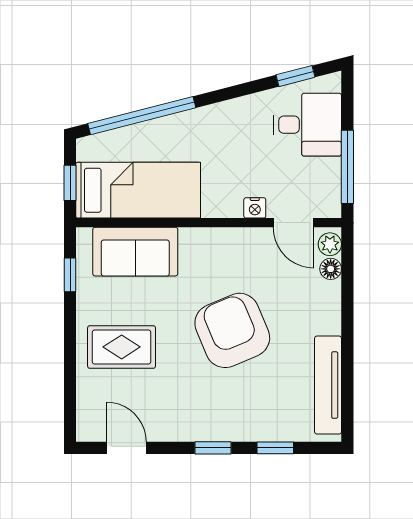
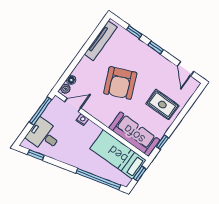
door: (294, 223) -> (73, 105), hinge flipped
sofa: (135, 252) -> (134, 134), width x1.36

